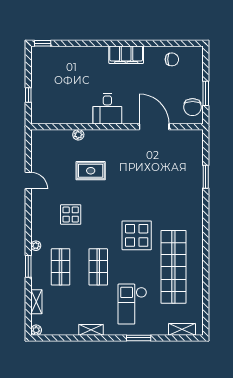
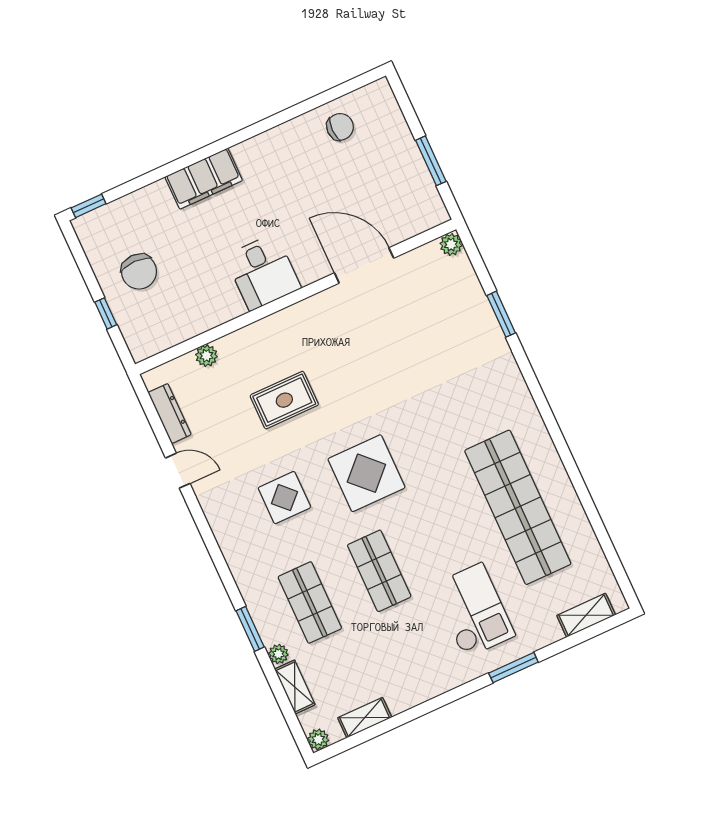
filing cabinet: (126, 55) -> (204, 179), moved
chair: (193, 107) -> (139, 272), moved
plant: (78, 135) -> (206, 356), moved
plant: (198, 135) -> (451, 244), added
dresser: (36, 153) -> (170, 414), added
display table: (137, 235) -> (366, 473), moved
plant: (36, 246) -> (278, 654), moved
checkout: (132, 304) -> (473, 611), turned 180
shelving: (91, 330) -> (365, 718), moved

